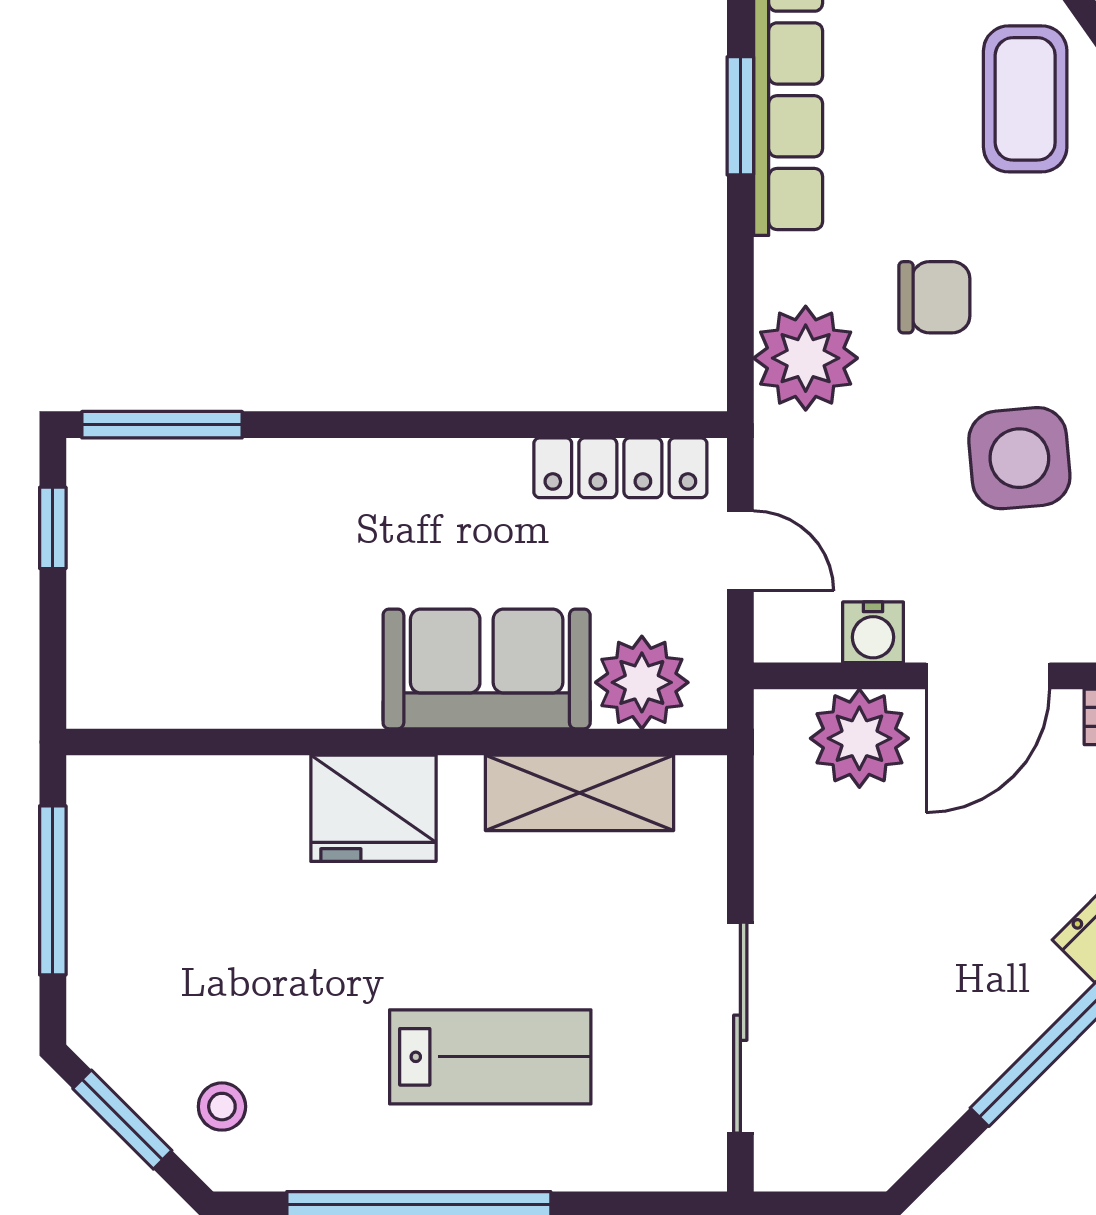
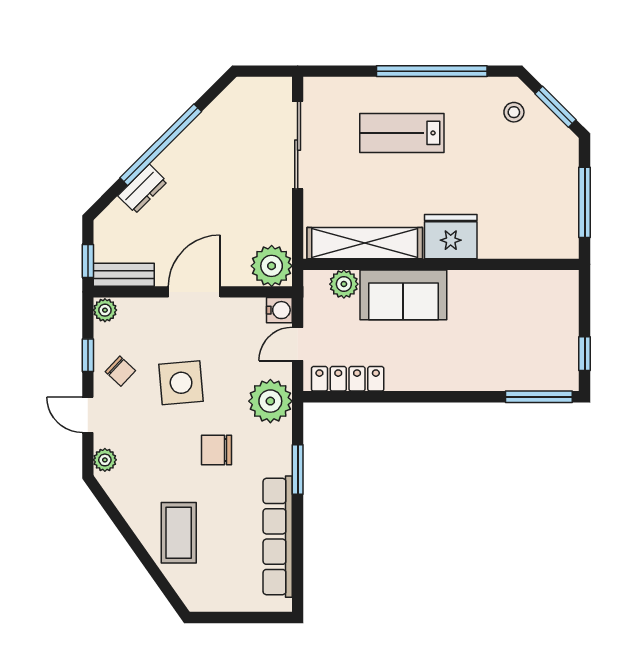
window: (740, 116) -> (298, 469), moved
plant: (806, 358) -> (270, 401), moved
door: (740, 551) -> (298, 344), hinge flipped
water cooler: (873, 632) -> (279, 310), moved, turned 90
plant: (642, 682) -> (344, 284), width x0.73, depth x0.73
plant: (859, 738) -> (272, 266), moved
shelving: (580, 793) -> (365, 243), width x1.47

